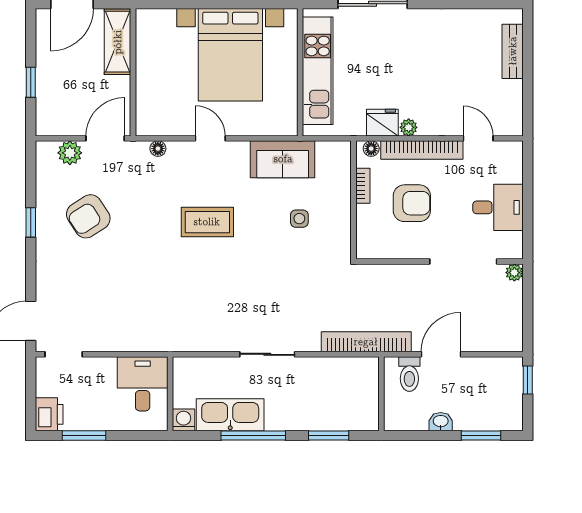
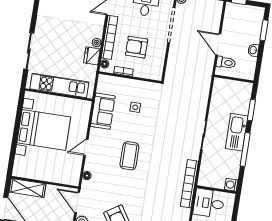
armchair: (412, 203) -> (137, 47), turned -90
bookcase: (366, 342) -> (189, 184), moved
kitchen sink: (230, 415) -> (237, 132), moved

